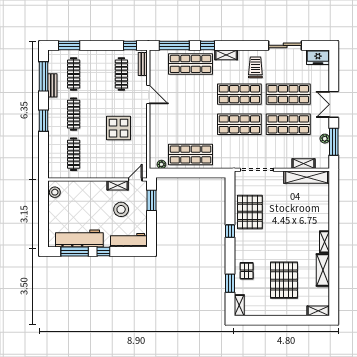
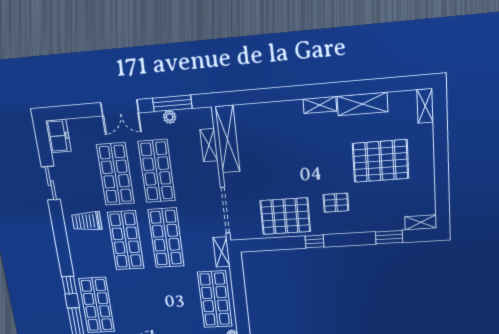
sliding door: (285, 45) -> (51, 183), width x0.73
shelving: (226, 55) -> (221, 252), moved
pallet: (247, 271) -> (336, 203), moved

